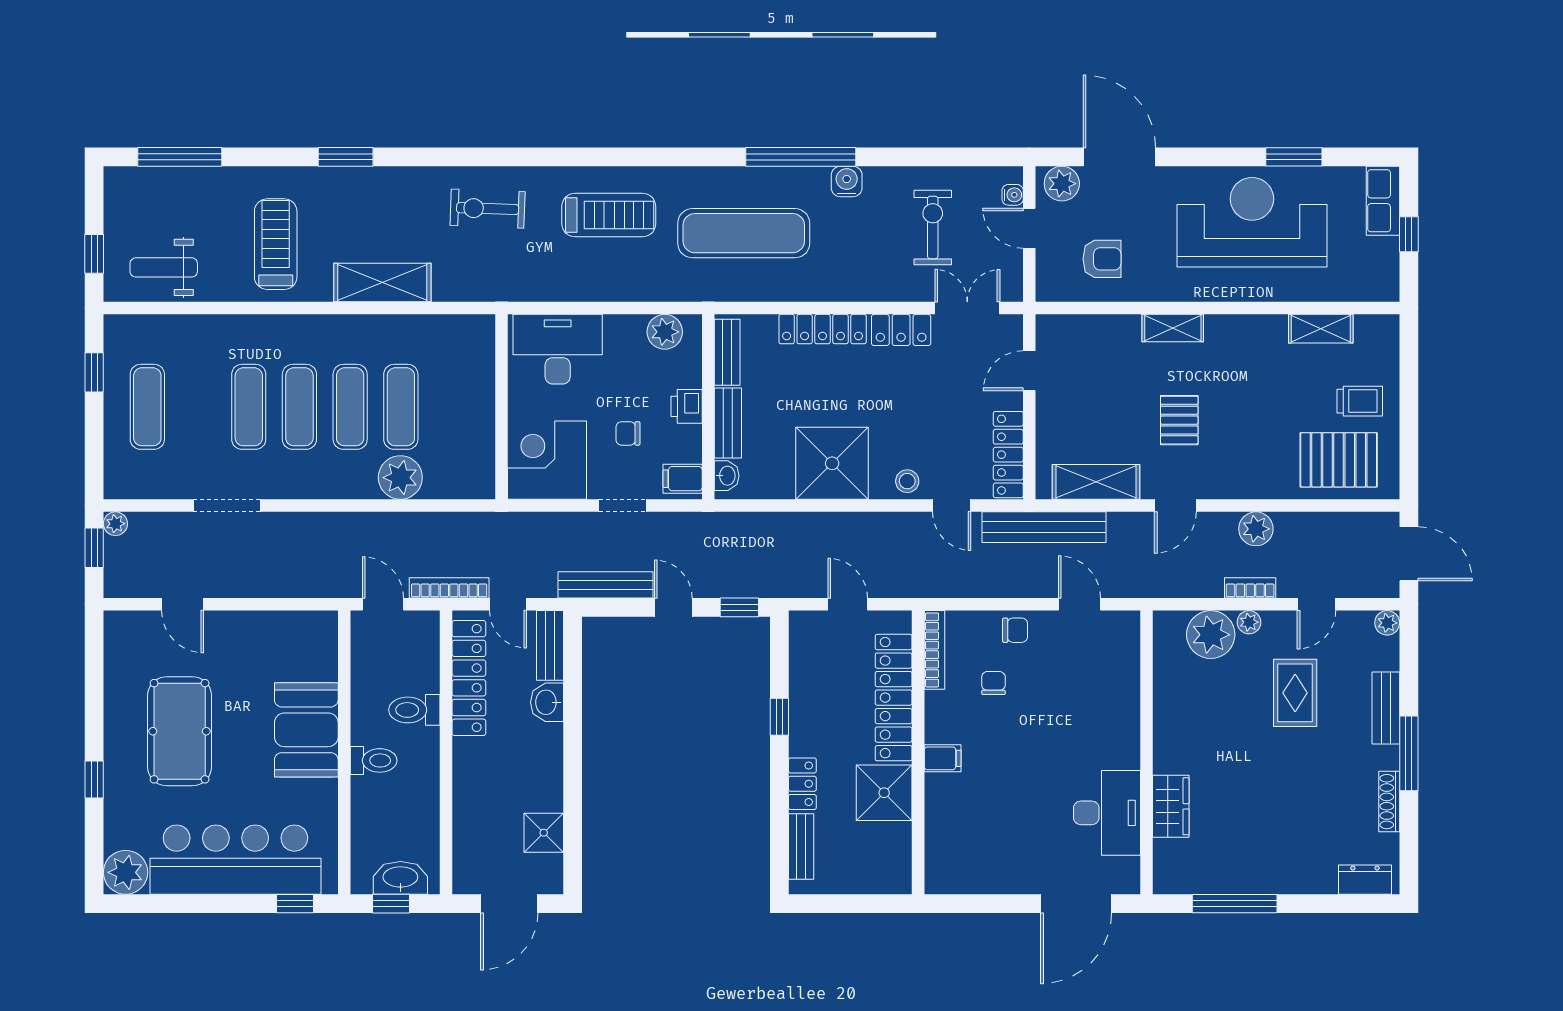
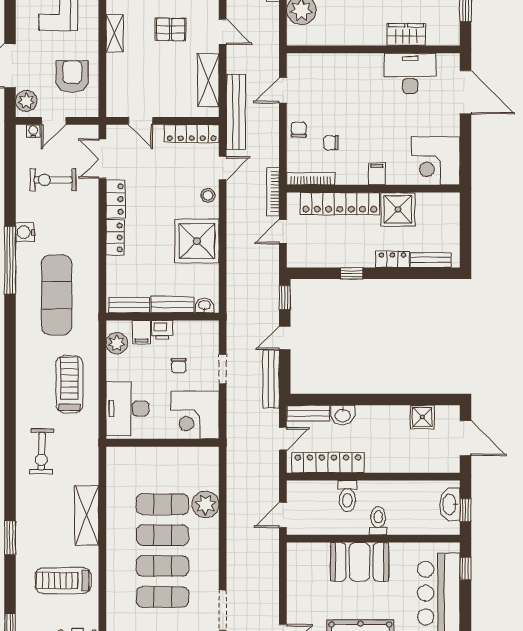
treadmill: (609, 215) -> (69, 384), moved
armchair: (1102, 259) -> (72, 76), width x1.38, depth x1.38
locker: (823, 329) -> (115, 237), width x0.66
filing cabinet: (683, 479) -> (141, 332), moved
bookcase: (449, 588) -> (273, 192), moved
corner desk: (964, 855) -> (436, 161), added

